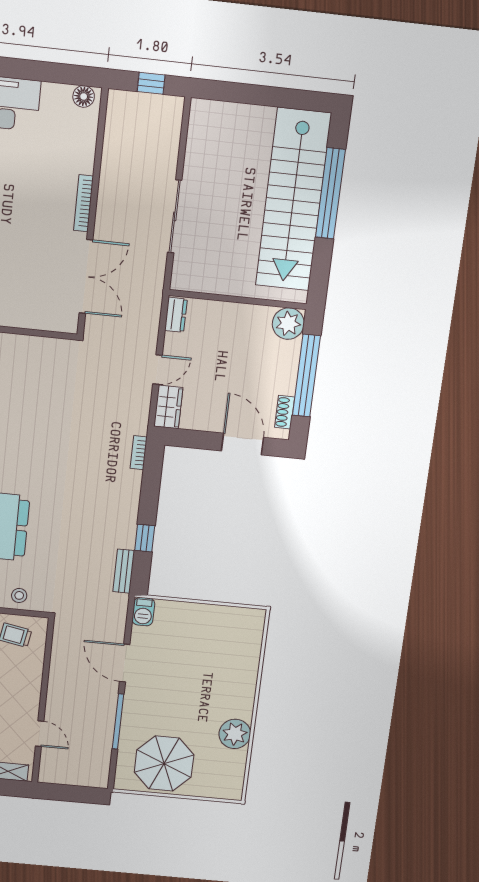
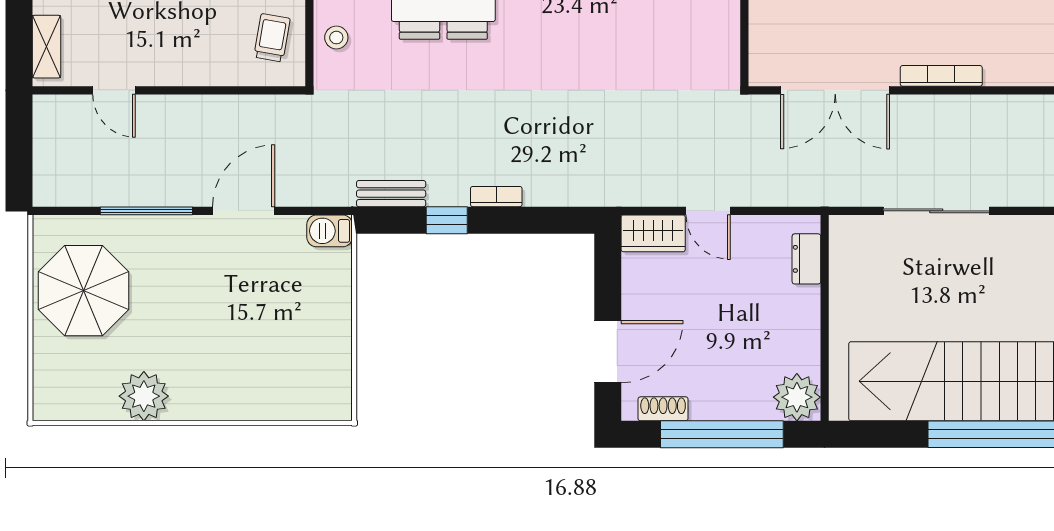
dresser: (176, 315) -> (806, 259), moved, turned 90
bookcase: (139, 453) -> (496, 197), moved
door: (40, 734) -> (114, 90), hinge flipped

